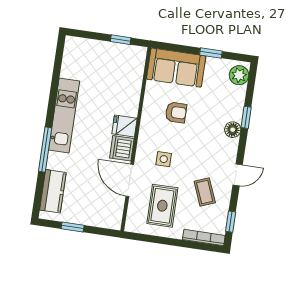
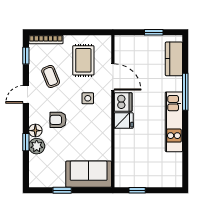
plant: (239, 75) -> (37, 146), moved
armchair: (176, 112) -> (58, 120), moved

